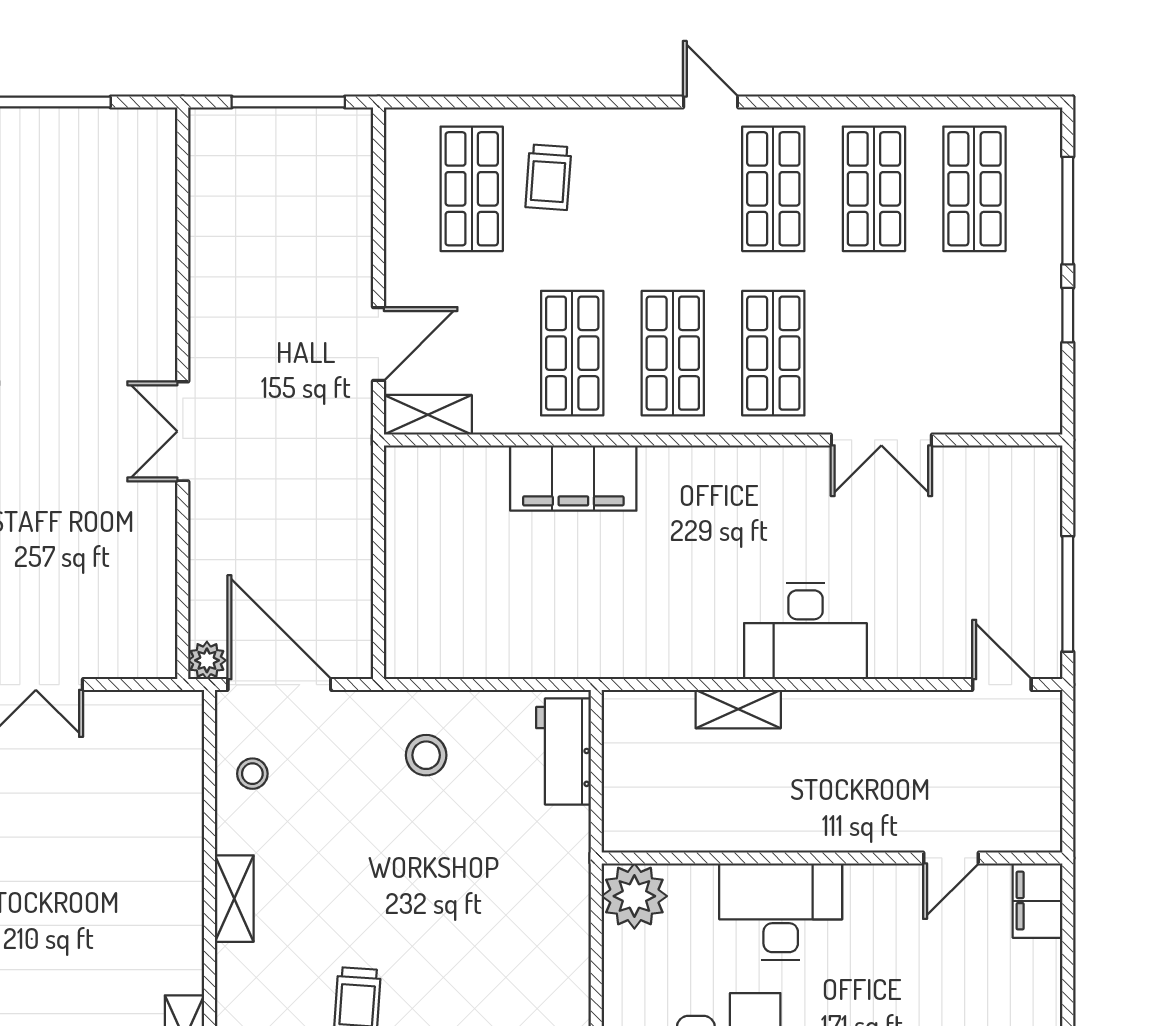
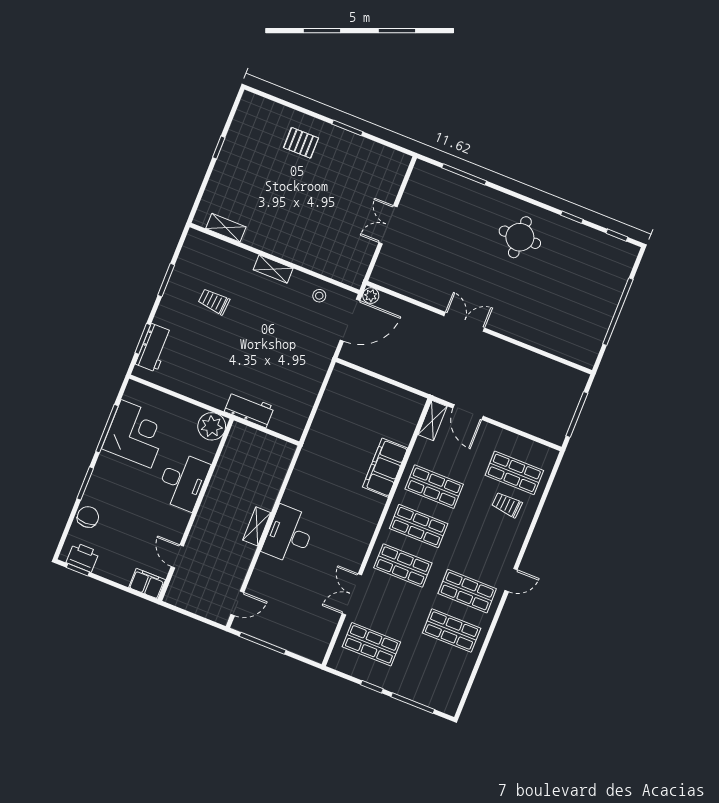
shop shelf: (974, 189) -> (371, 644), moved
shelving: (738, 709) -> (257, 526), moved
workbench: (564, 751) -> (249, 409), moved
stool: (426, 755) -> (299, 367), removed

